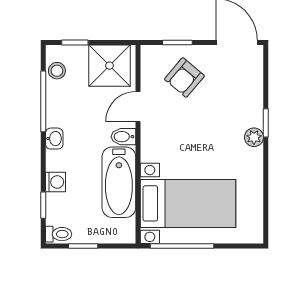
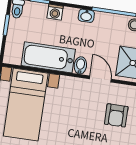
armchair: (184, 77) -> (116, 115), turned -130

